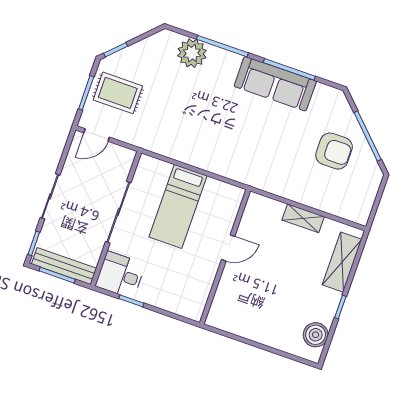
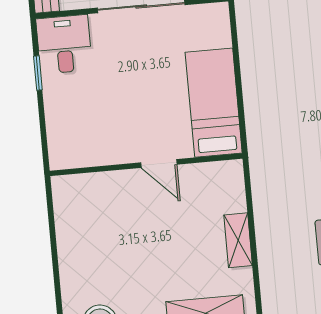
bed: (178, 206) -> (214, 103), moved, turned 90

